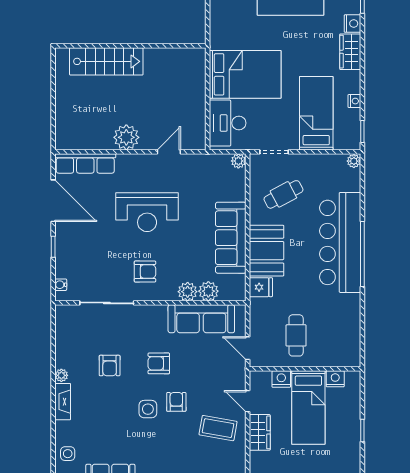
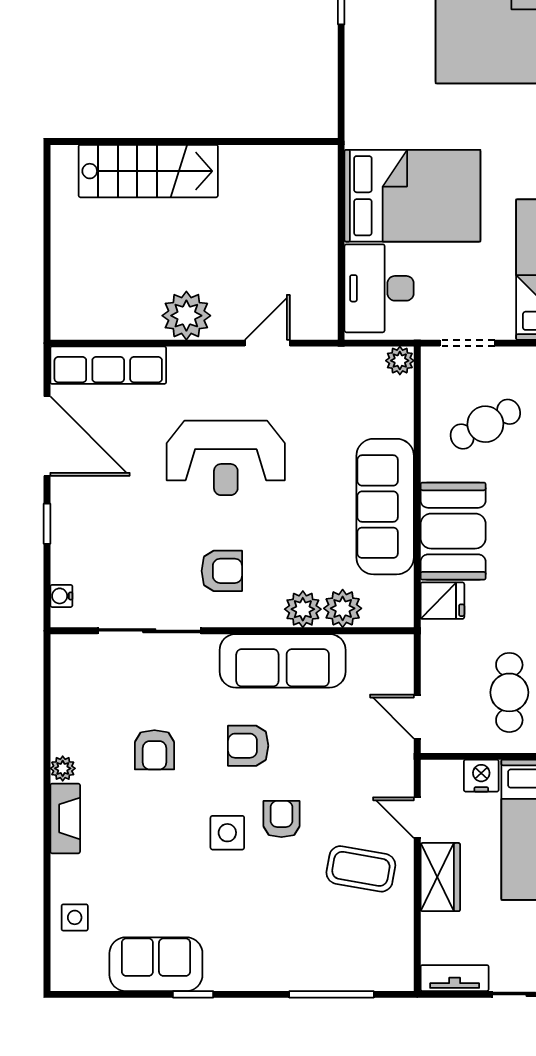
sofa: (201, 319) -> (283, 661), moved

